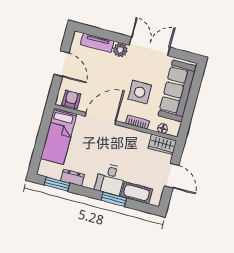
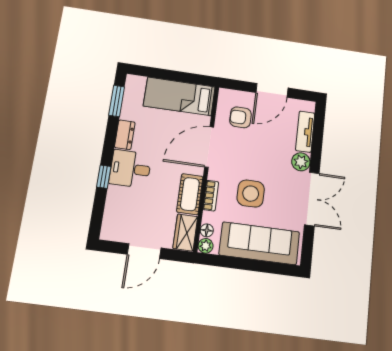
armchair: (71, 100) -> (240, 117), moved, turned 180
door: (101, 119) -> (209, 147), swing flipped
plant: (174, 131) -> (206, 246), added
dresser: (73, 178) -> (125, 135), moved
cot: (137, 193) -> (190, 194), moved
window: (114, 199) -> (104, 177), width x0.67

